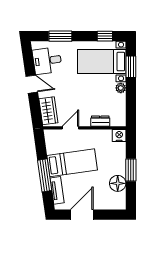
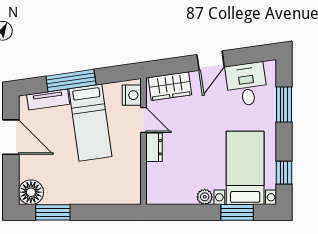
dresser: (100, 121) -> (154, 147), moved
nightstand: (119, 136) -> (132, 95), moved
window: (131, 170) -> (53, 212), moved
floor lamp: (118, 183) -> (31, 192), moved

